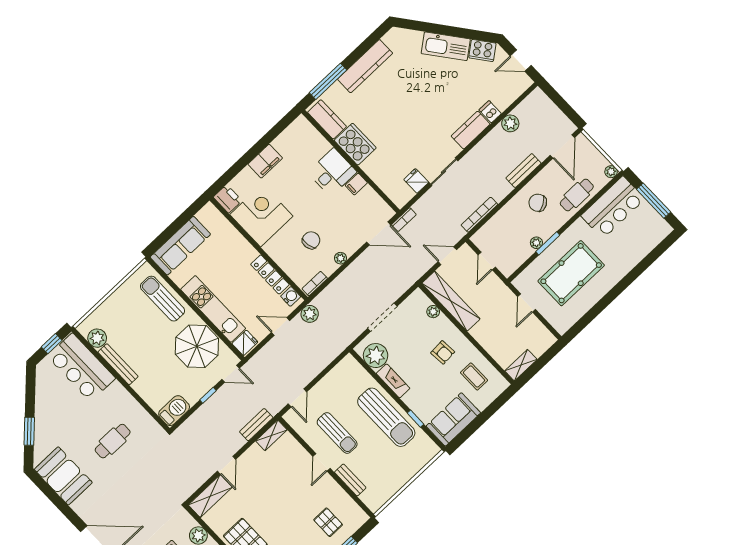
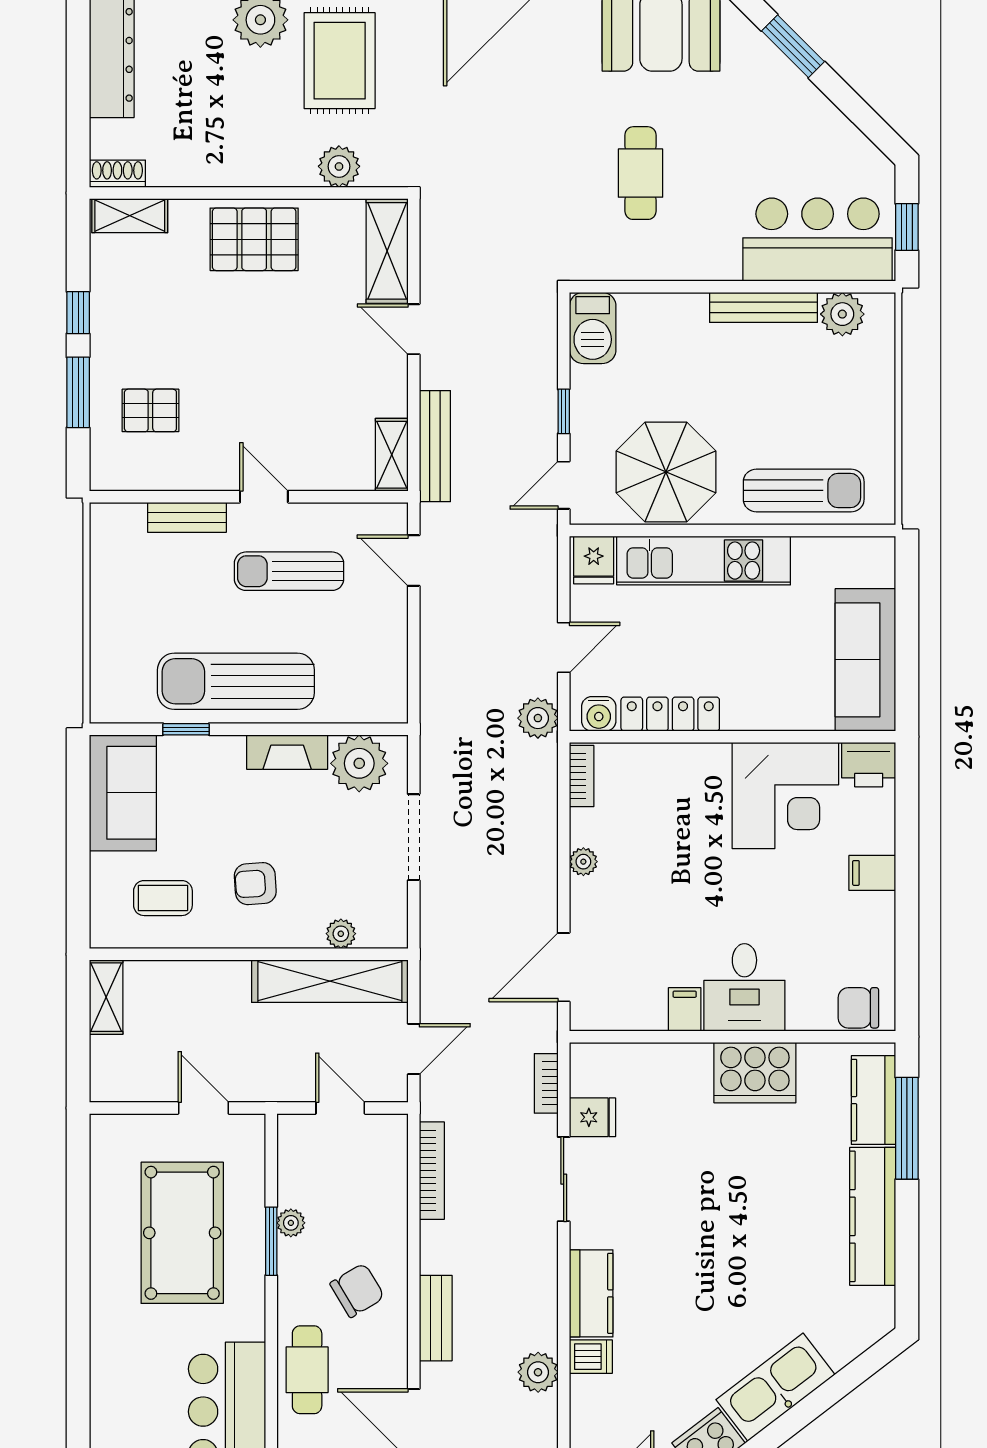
kitchen counter: (327, 119) -> (873, 1100), moved, turned 90
filing cabinet: (265, 161) -> (872, 873), width x0.50
bookcase: (404, 220) -> (546, 1083), moved
chair: (311, 240) -> (858, 1008), moved, turned 101
sofa: (180, 246) -> (865, 660), moved
bench: (256, 425) -> (435, 446), width x1.36

